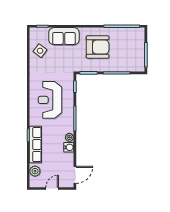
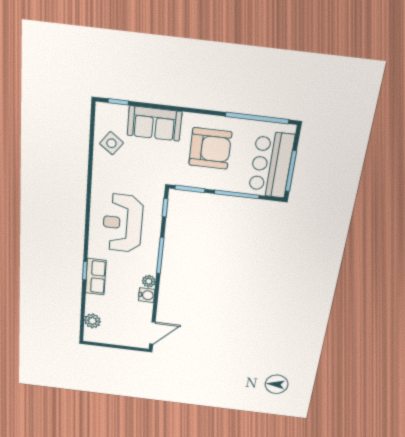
bar counter: (134, 52) -> (271, 165), added
row of seats: (35, 145) -> (96, 277), width x0.68
door: (52, 189) -> (117, 347), removed

